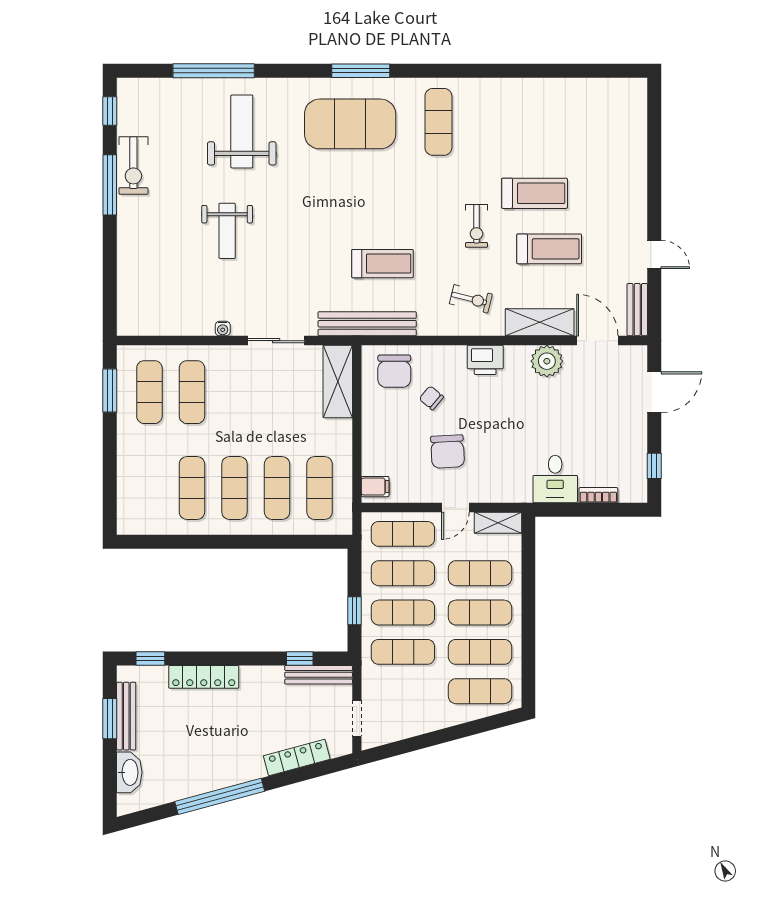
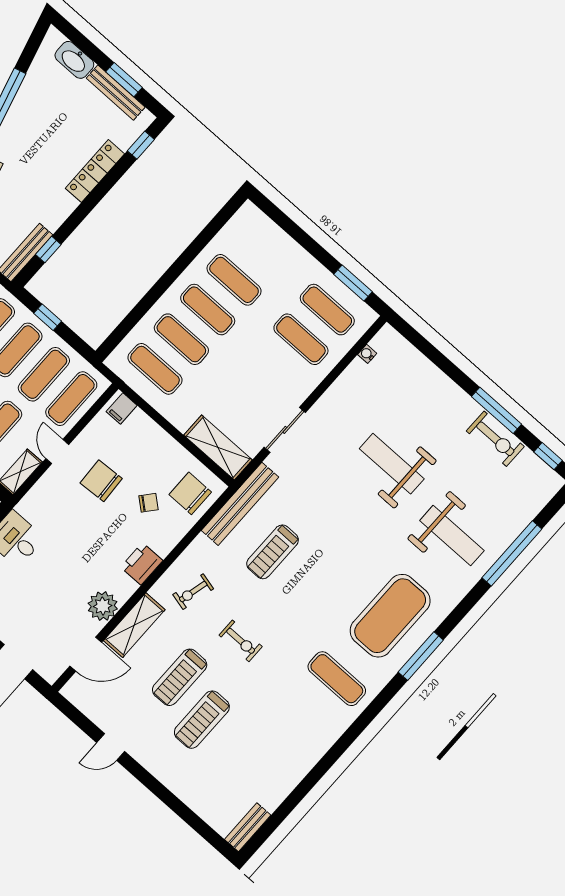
exercise bike: (133, 166) -> (495, 439), turned 180
treadmill: (535, 193) -> (202, 720), moved
exercise bike: (477, 226) -> (241, 641), turned 180
weight bench: (227, 231) -> (392, 464), width x1.36, depth x1.33
bench: (637, 310) -> (248, 827), moved, turned 90
water cooler: (223, 329) -> (367, 354), moved

